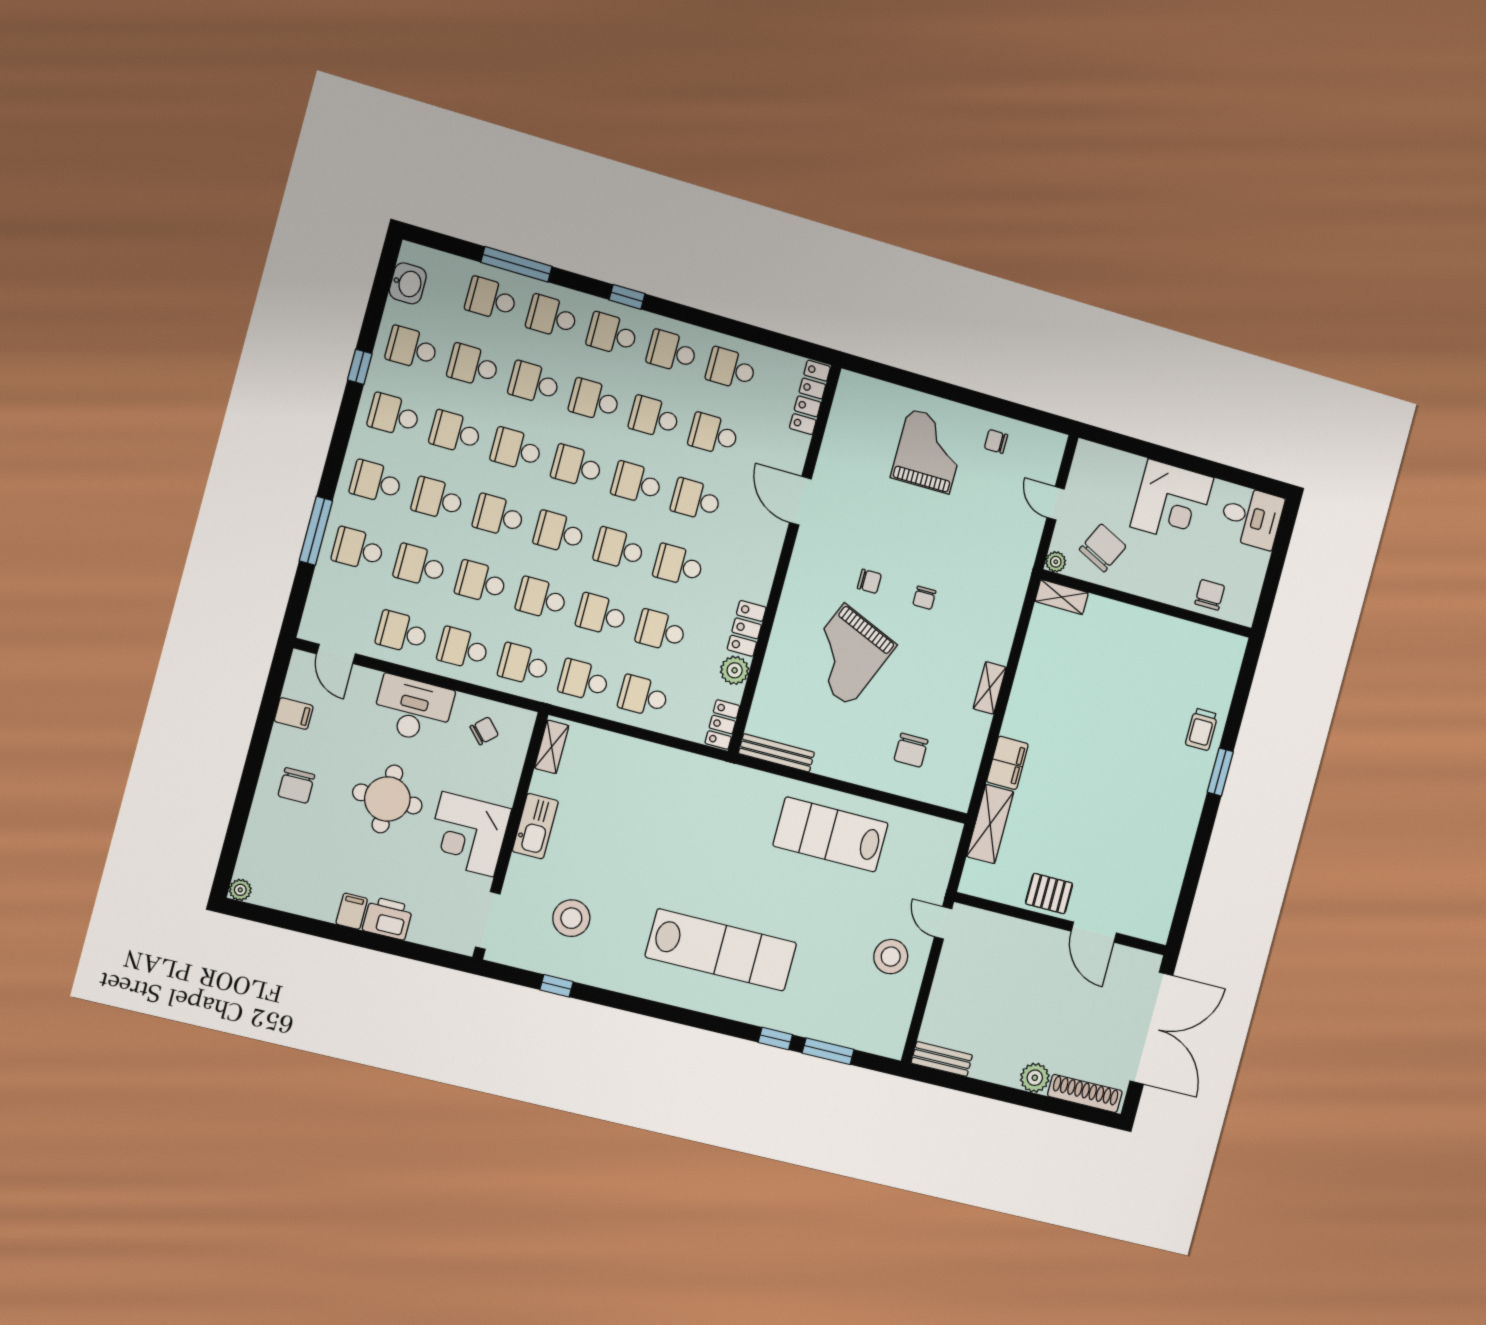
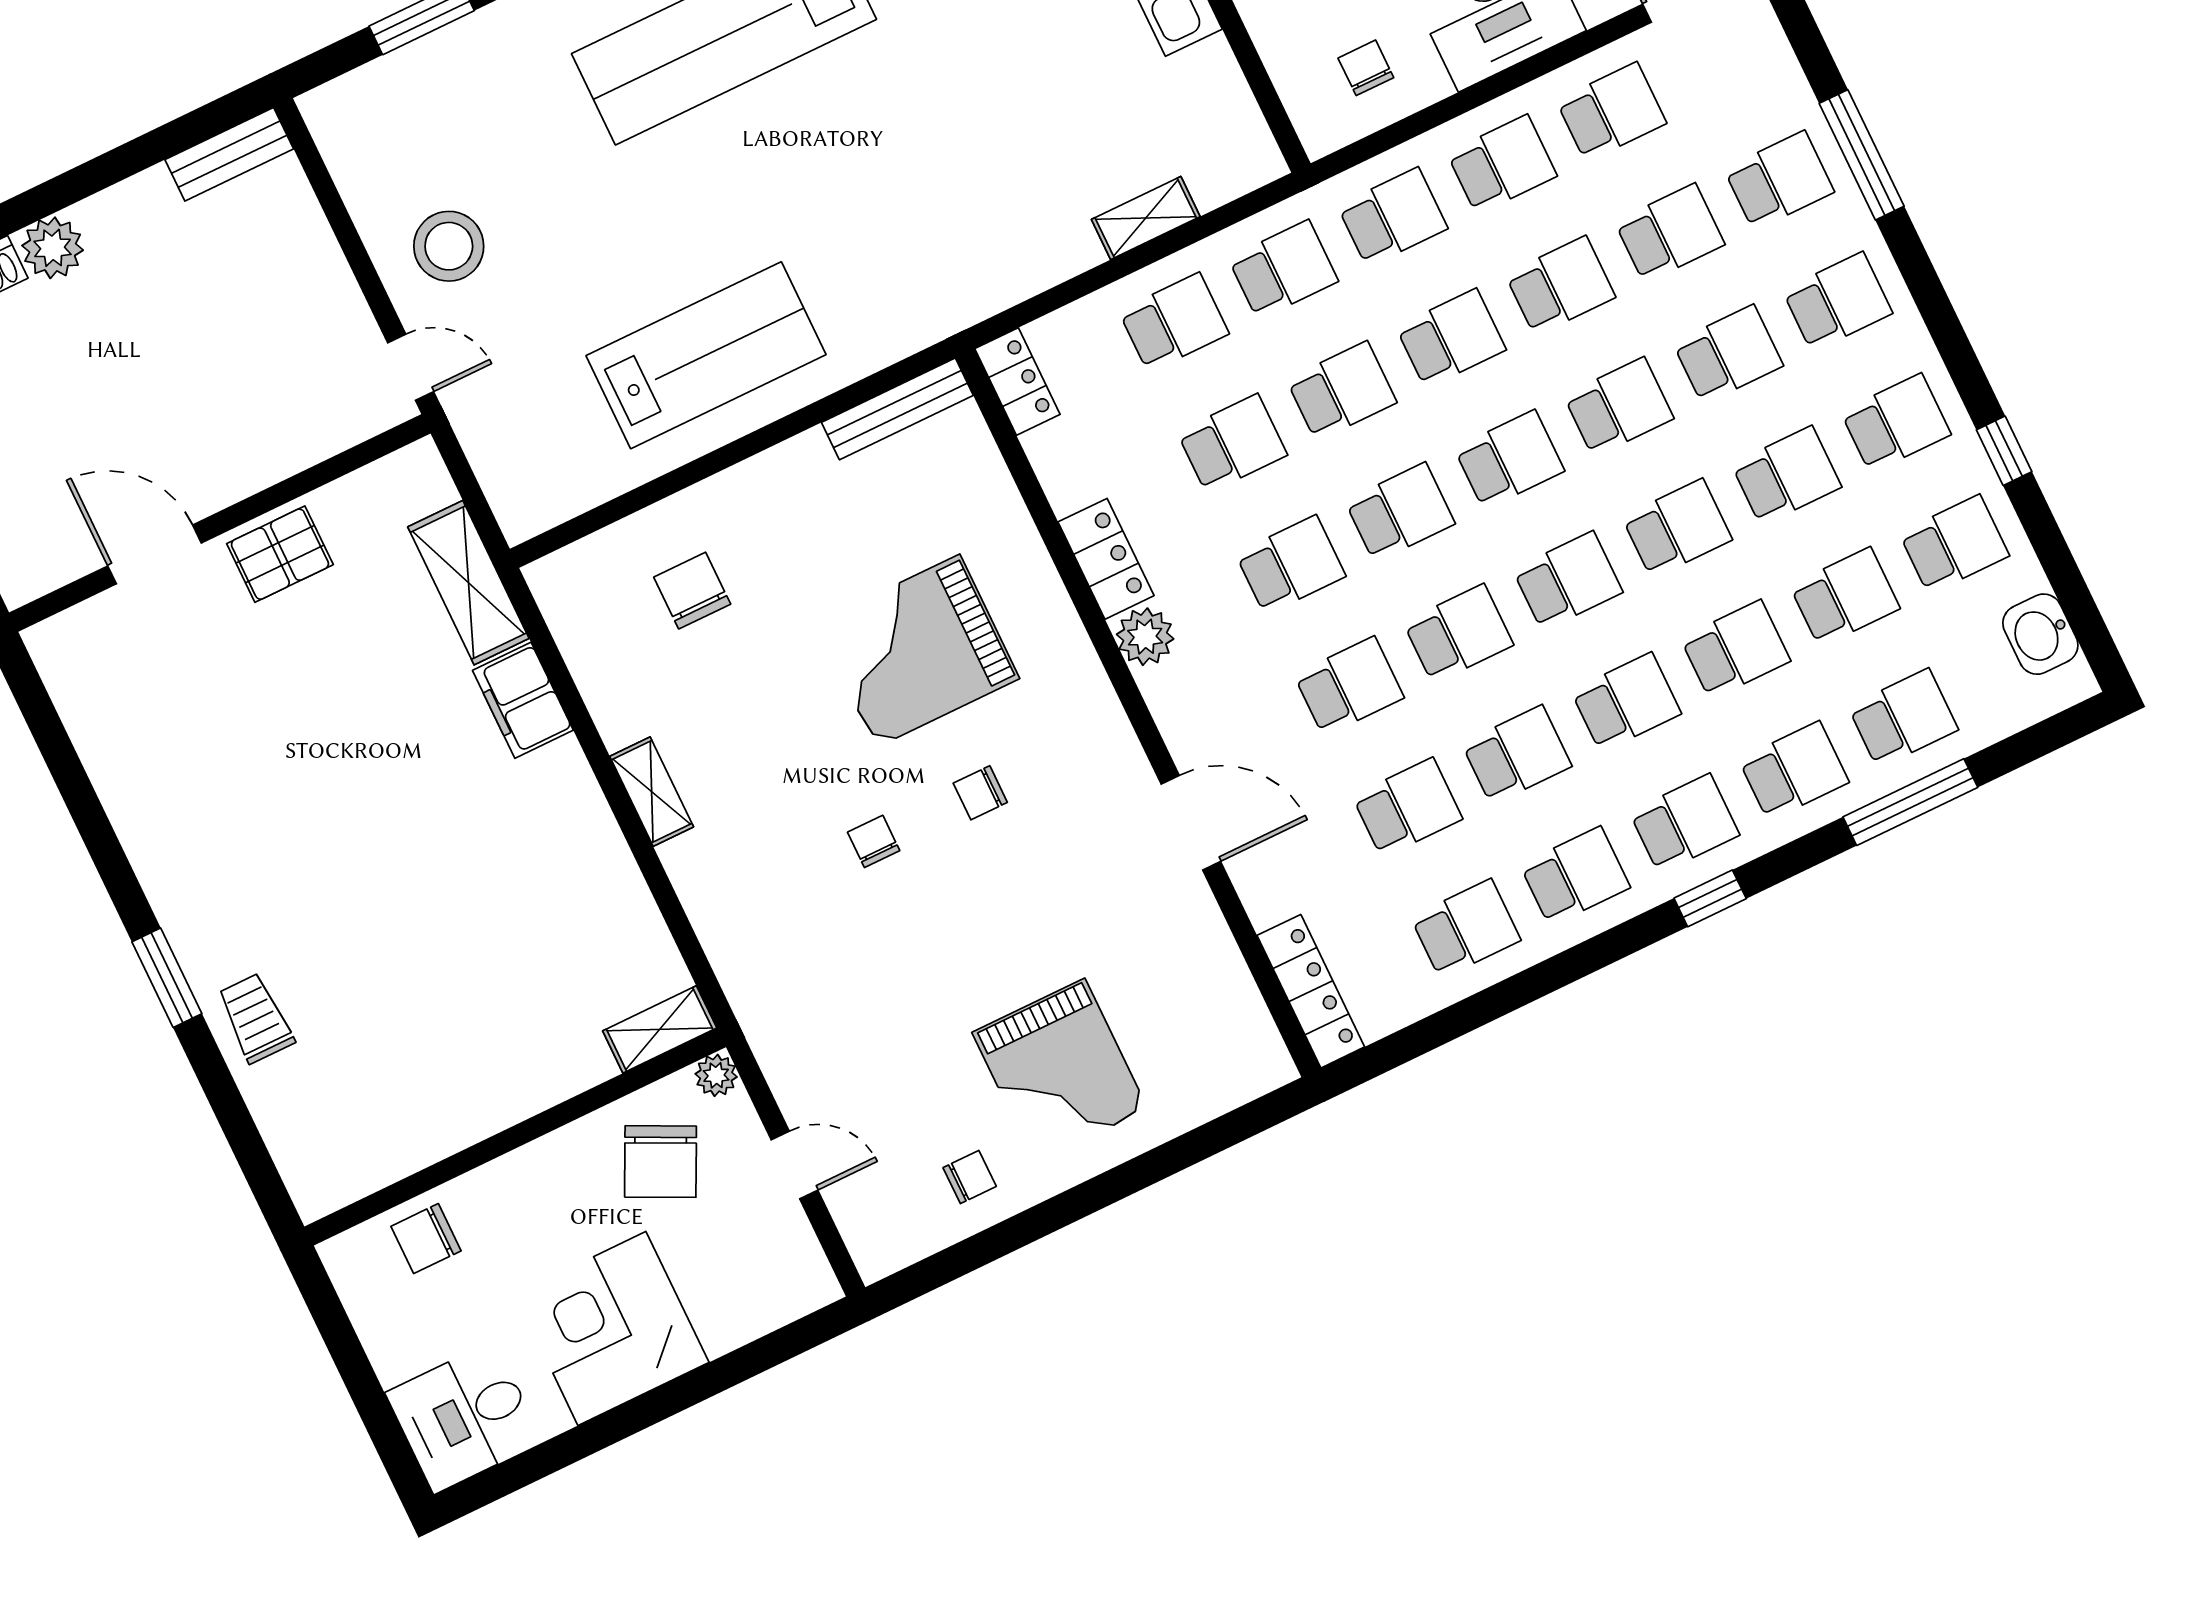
chair: (1210, 595) -> (426, 1239), turned 90
grand piano: (847, 655) -> (918, 651), turned -113
plant: (735, 670) -> (1145, 637), moved
chair: (484, 731) -> (1366, 68), turned 133
shelving: (552, 747) -> (1146, 218), moved, turned 90

